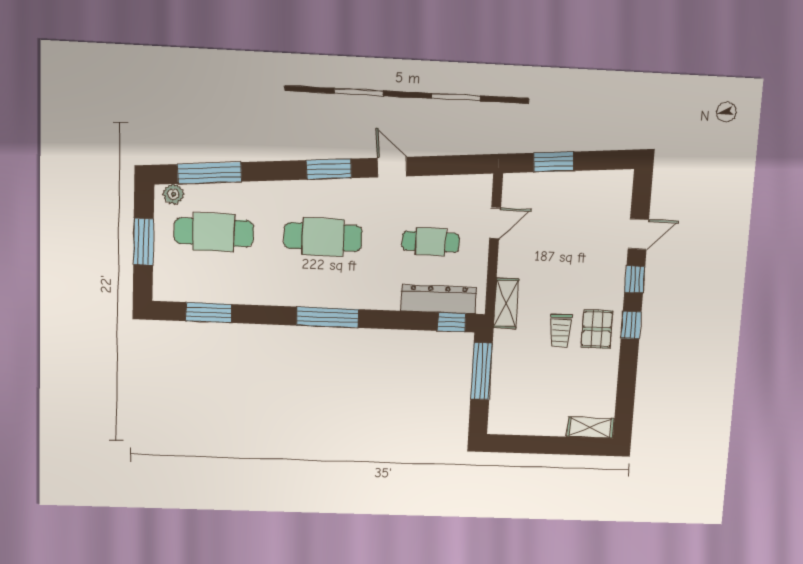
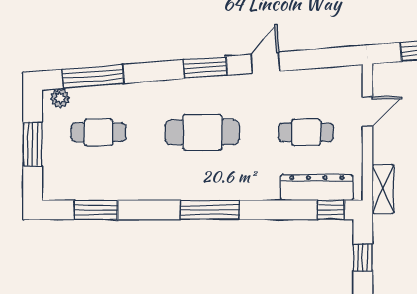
door: (392, 167) -> (265, 63), hinge flipped
cafe table: (214, 232) -> (99, 132), width x0.73, depth x0.74
window: (481, 371) -> (363, 257), width x0.46

